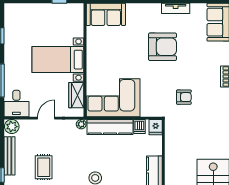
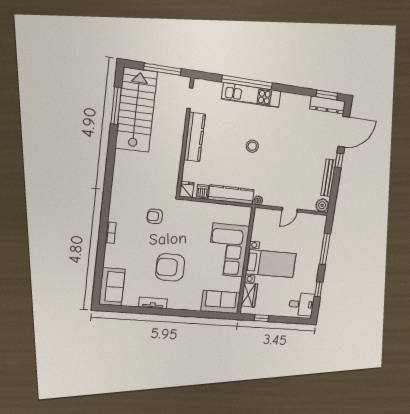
wardrobe: (76, 95) -> (249, 295), moved
corner sofa: (113, 98) -> (228, 250), moved, turned 90
desk: (16, 104) -> (301, 304), moved, turned 90
rug: (44, 167) -> (299, 163), removed

